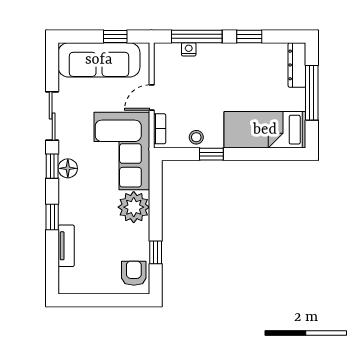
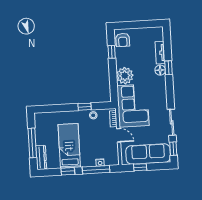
door: (152, 98) -> (119, 135), hinge flipped
bed: (265, 130) -> (69, 146), moved, turned -90
window: (52, 166) -> (173, 149), moved
floor lamp: (68, 168) -> (160, 70), moved

